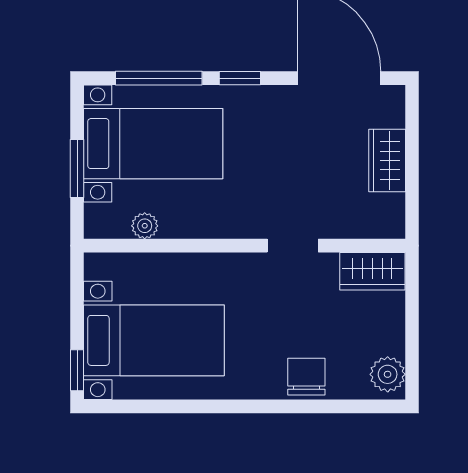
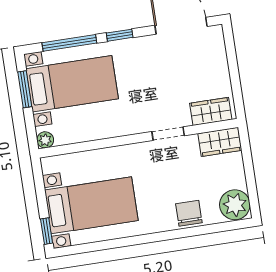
wardrobe: (387, 160) -> (211, 111), moved, turned 90
window: (77, 168) -> (25, 89), moved
plant: (145, 226) -> (45, 140), moved
plant: (388, 374) -> (235, 205), width x1.36, depth x1.36

